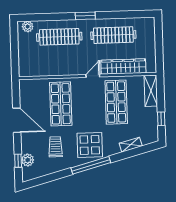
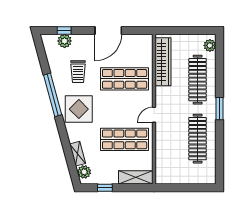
wardrobe: (123, 67) -> (163, 62), moved
door: (93, 76) -> (154, 115), swing flipped
plant: (147, 138) -> (84, 172), added
trolley: (55, 147) -> (78, 72), turned 90
window: (91, 165) -> (53, 95), moved

